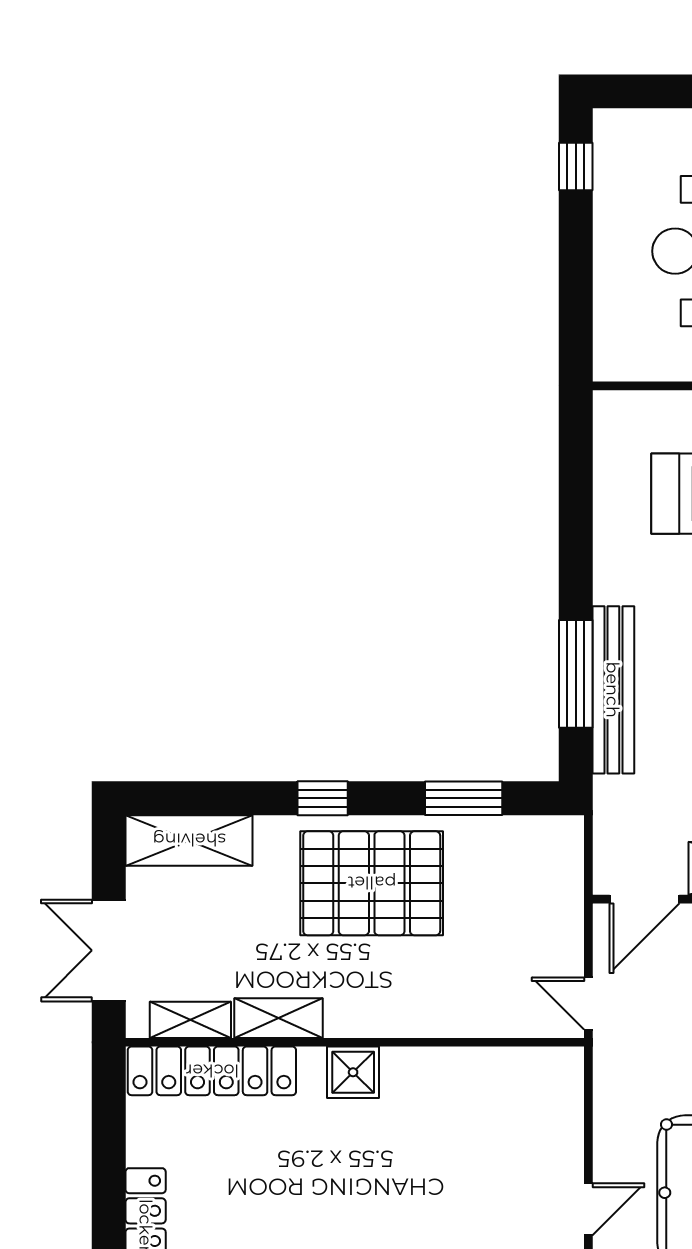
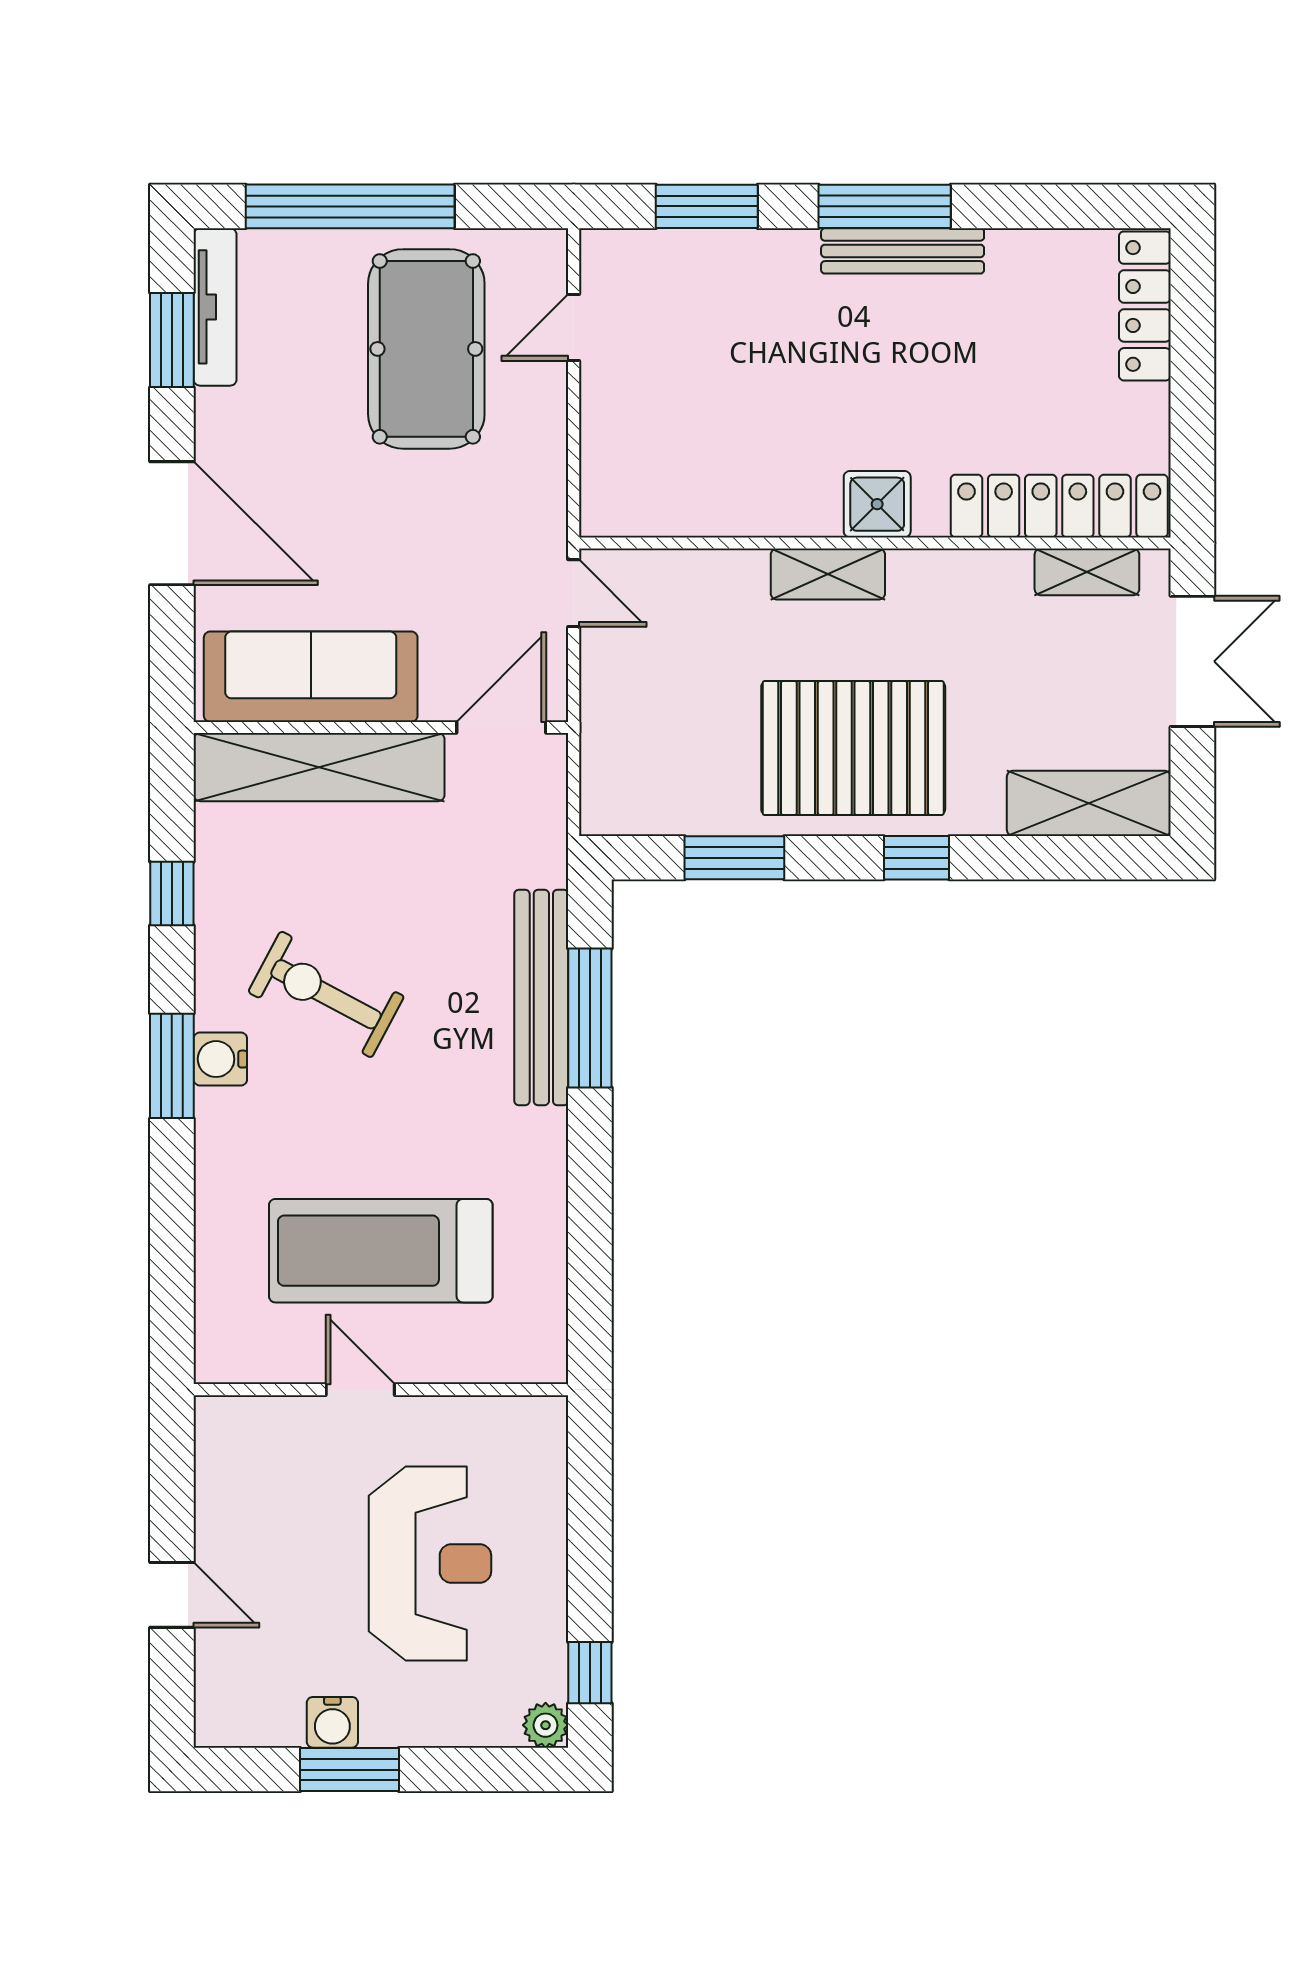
plant: (610, 126) -> (546, 1725), added
shelving: (279, 1018) -> (828, 574), moved

